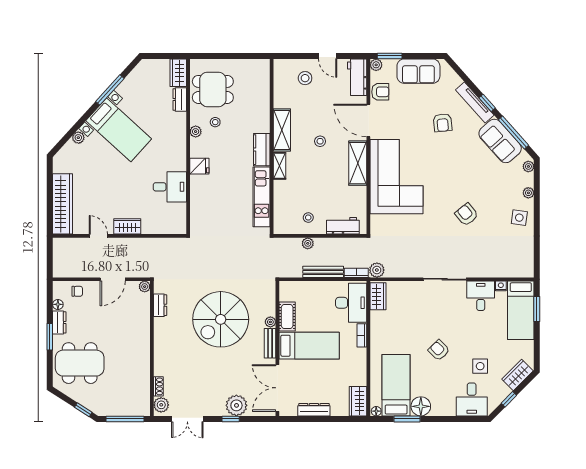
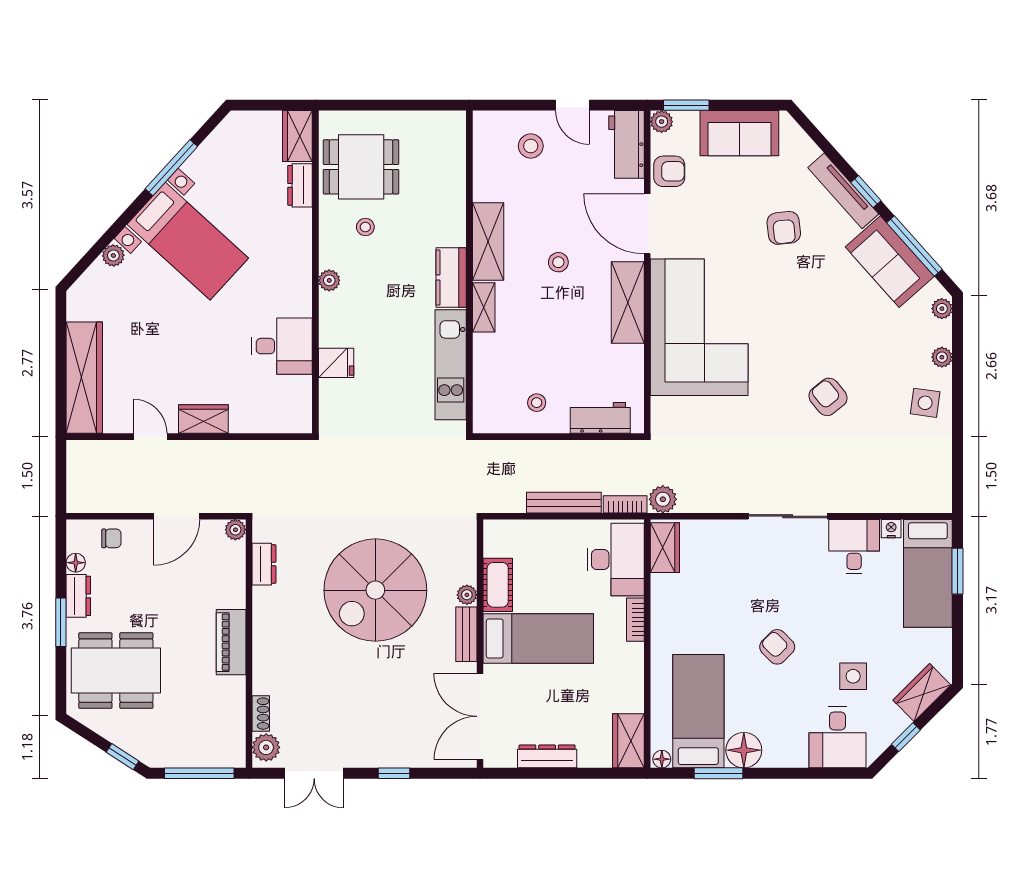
plant: (196, 132) -> (329, 280), moved
fridge: (199, 166) -> (336, 363), moved
plant: (308, 243) -> (536, 450), removed
piano: (142, 348) -> (231, 642), added
plant: (236, 405) -> (405, 748), removed

